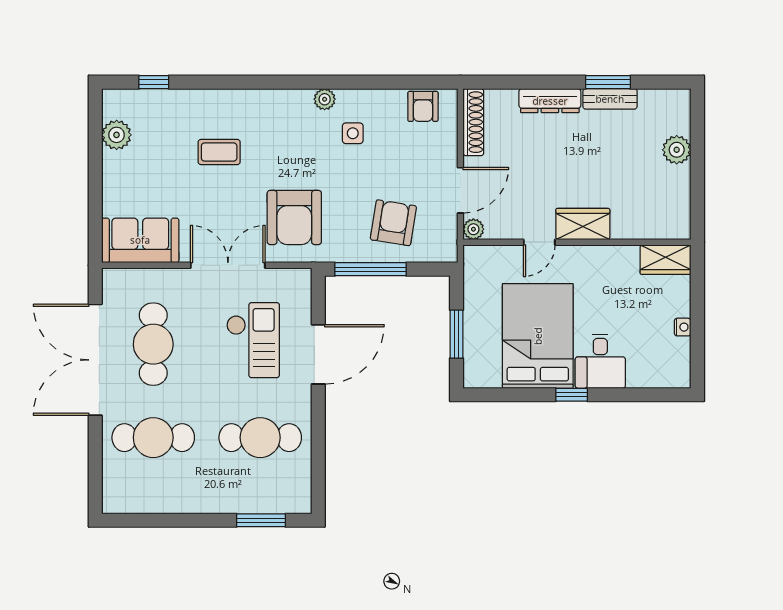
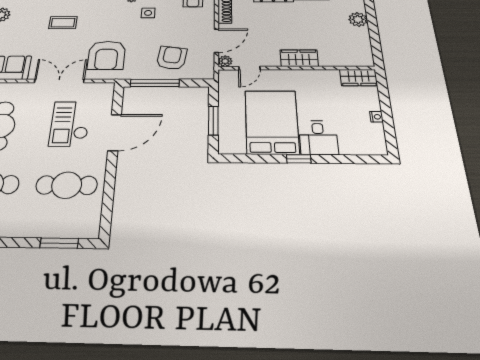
door: (539, 242) -> (249, 68), moved
checkout: (253, 340) -> (70, 124), turned 180

